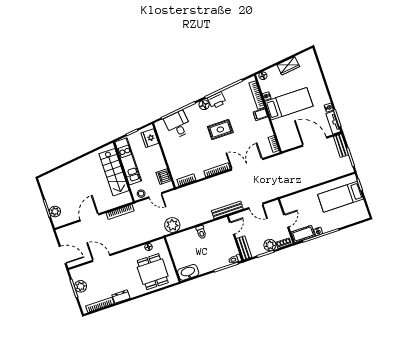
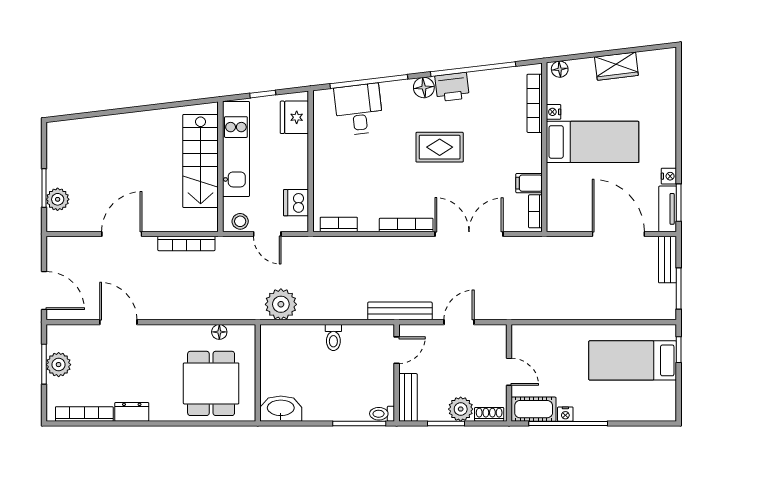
filing cabinet: (260, 114) -> (529, 183), moved
door: (256, 206) -> (459, 322), swing flipped
door: (286, 221) -> (509, 372), hinge flipped

